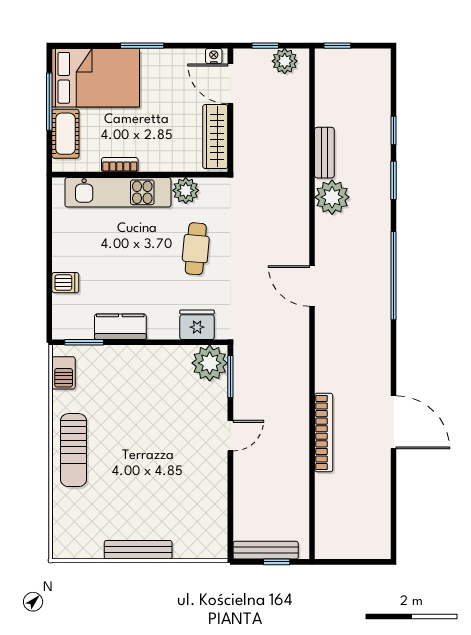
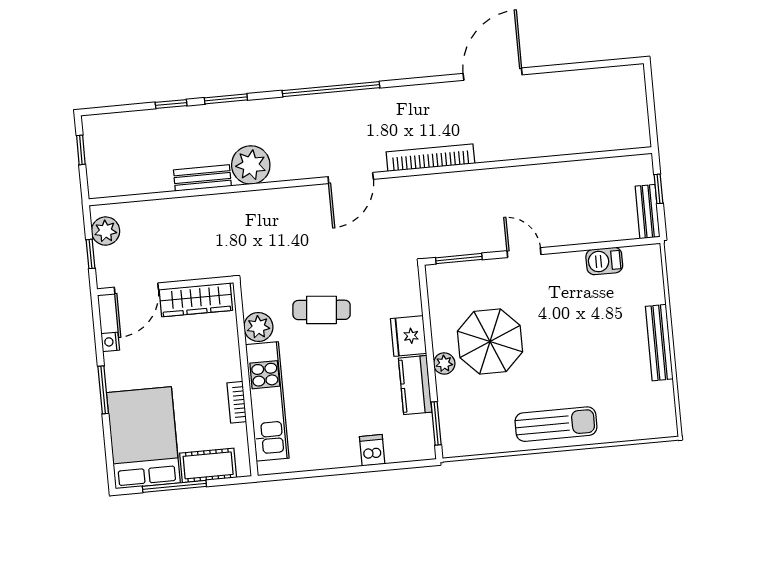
window: (337, 46) -> (81, 150), moved
nightstand: (214, 56) -> (110, 342), moved
fridge: (197, 325) -> (408, 336), moved
plant: (210, 363) -> (444, 363), moved, width x0.53, depth x0.53
barbecue: (64, 373) -> (604, 261), moved, turned 180
parasol: (153, 398) -> (490, 341), added
bookcase: (324, 433) -> (430, 158), moved
bench: (266, 550) -> (647, 212), width x0.73

